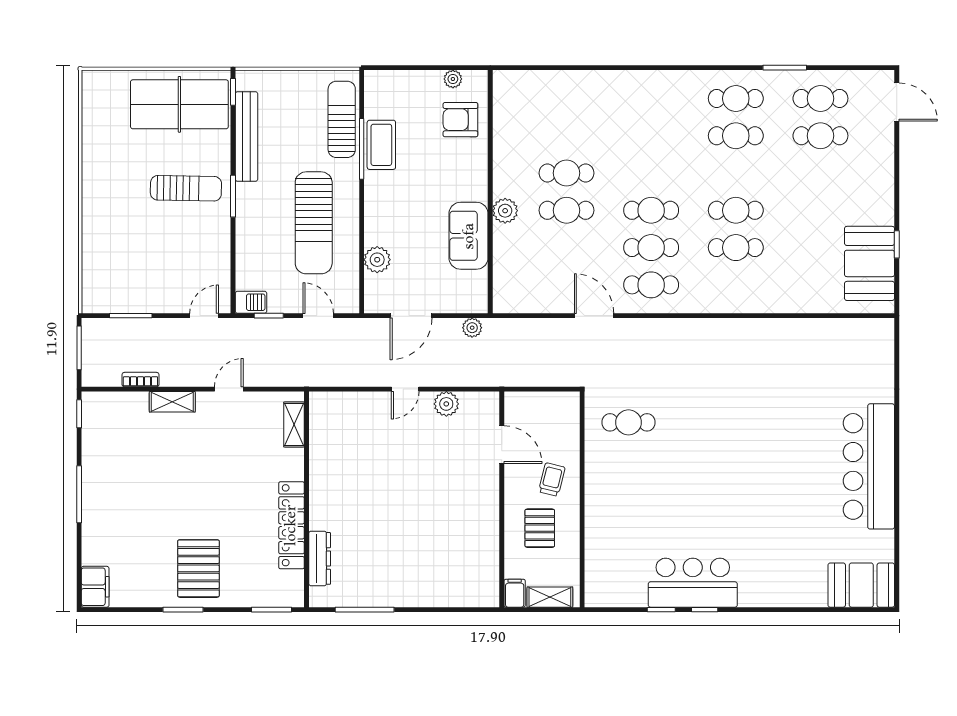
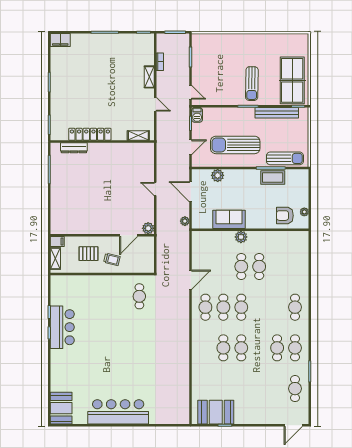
armchair: (460, 120) -> (285, 216), turned -90
cafe table: (820, 136) -> (295, 307), moved
plant: (446, 404) -> (148, 228), moved
pallet: (198, 568) -> (69, 90), removed

